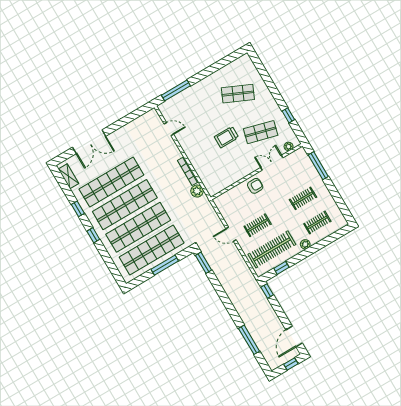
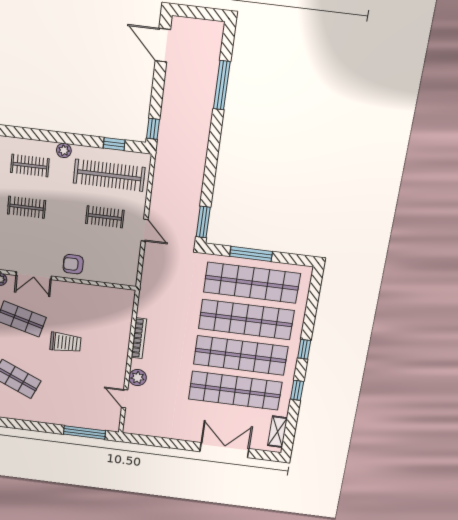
plant: (197, 191) -> (138, 378), moved
door: (294, 336) -> (163, 45), swing flipped
window: (291, 364) -> (194, 12), removed

